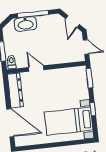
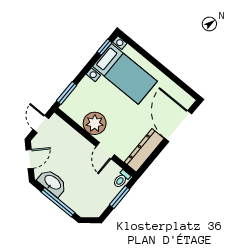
washbasin: (25, 24) -> (52, 183), moved
plant: (57, 77) -> (95, 123), added
window: (93, 109) -> (105, 47), moved

